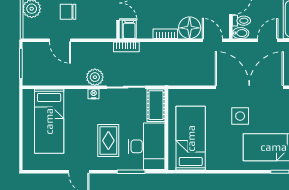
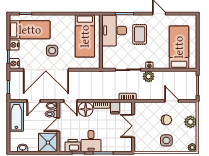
filing cabinet: (129, 30) -> (115, 108), moved
cot: (156, 105) -> (108, 58), removed

